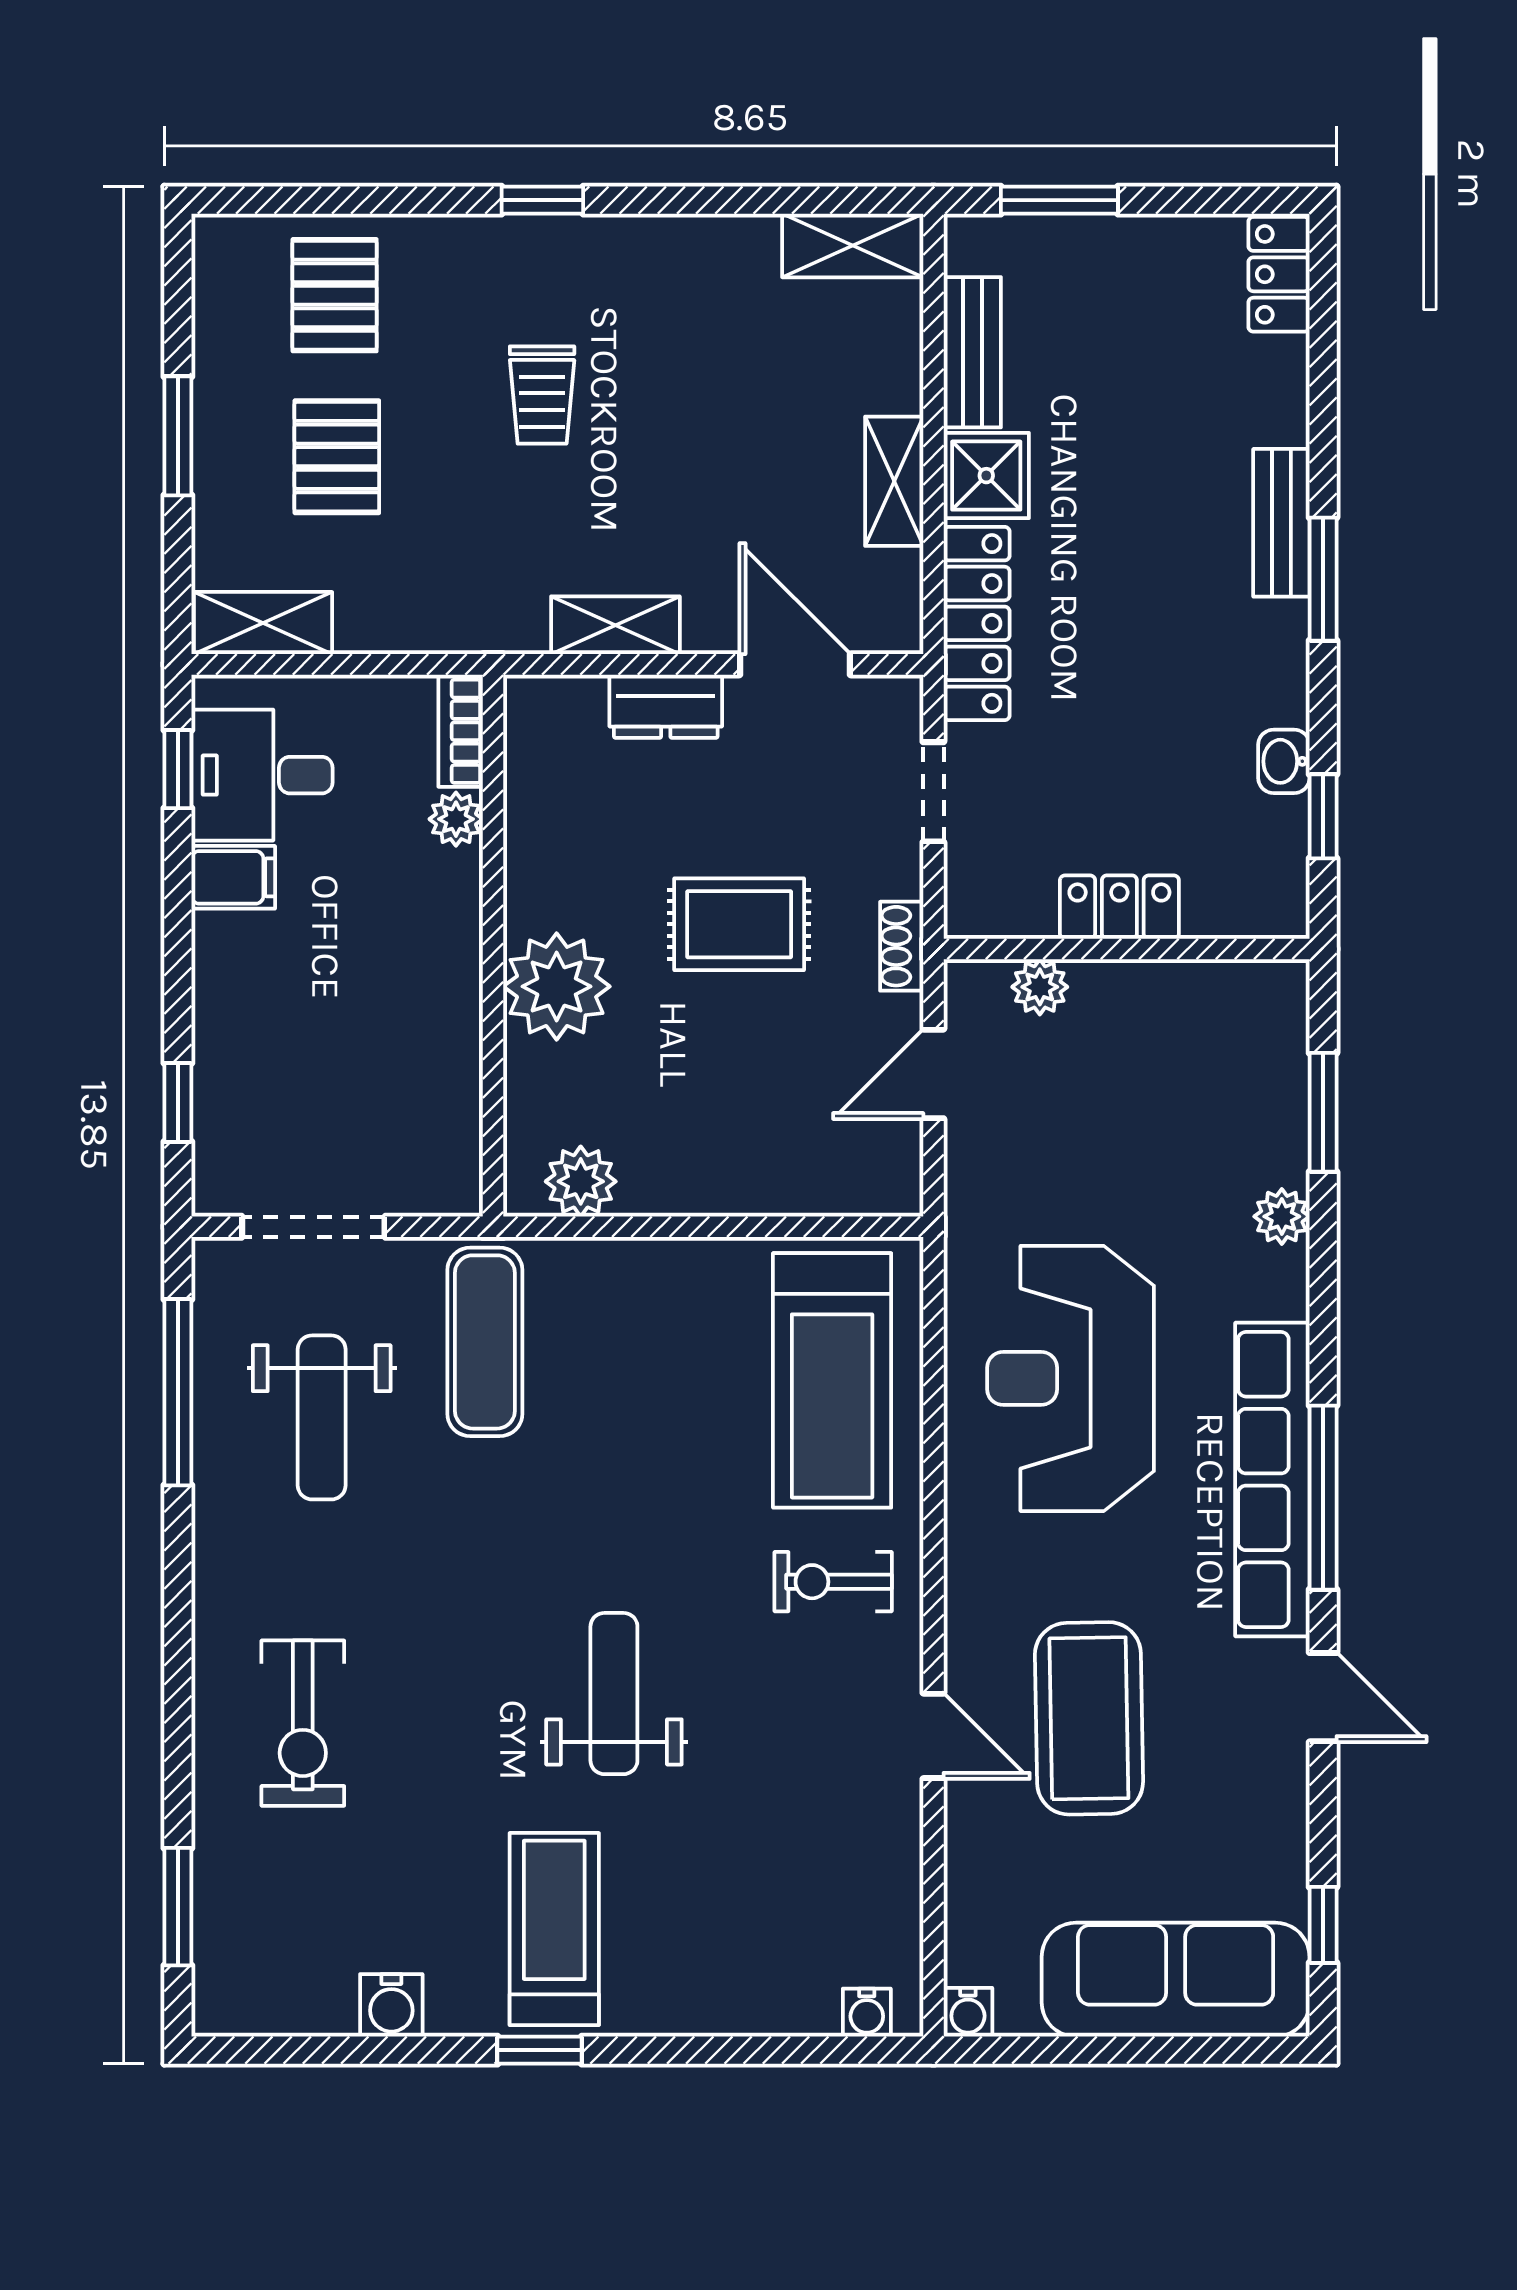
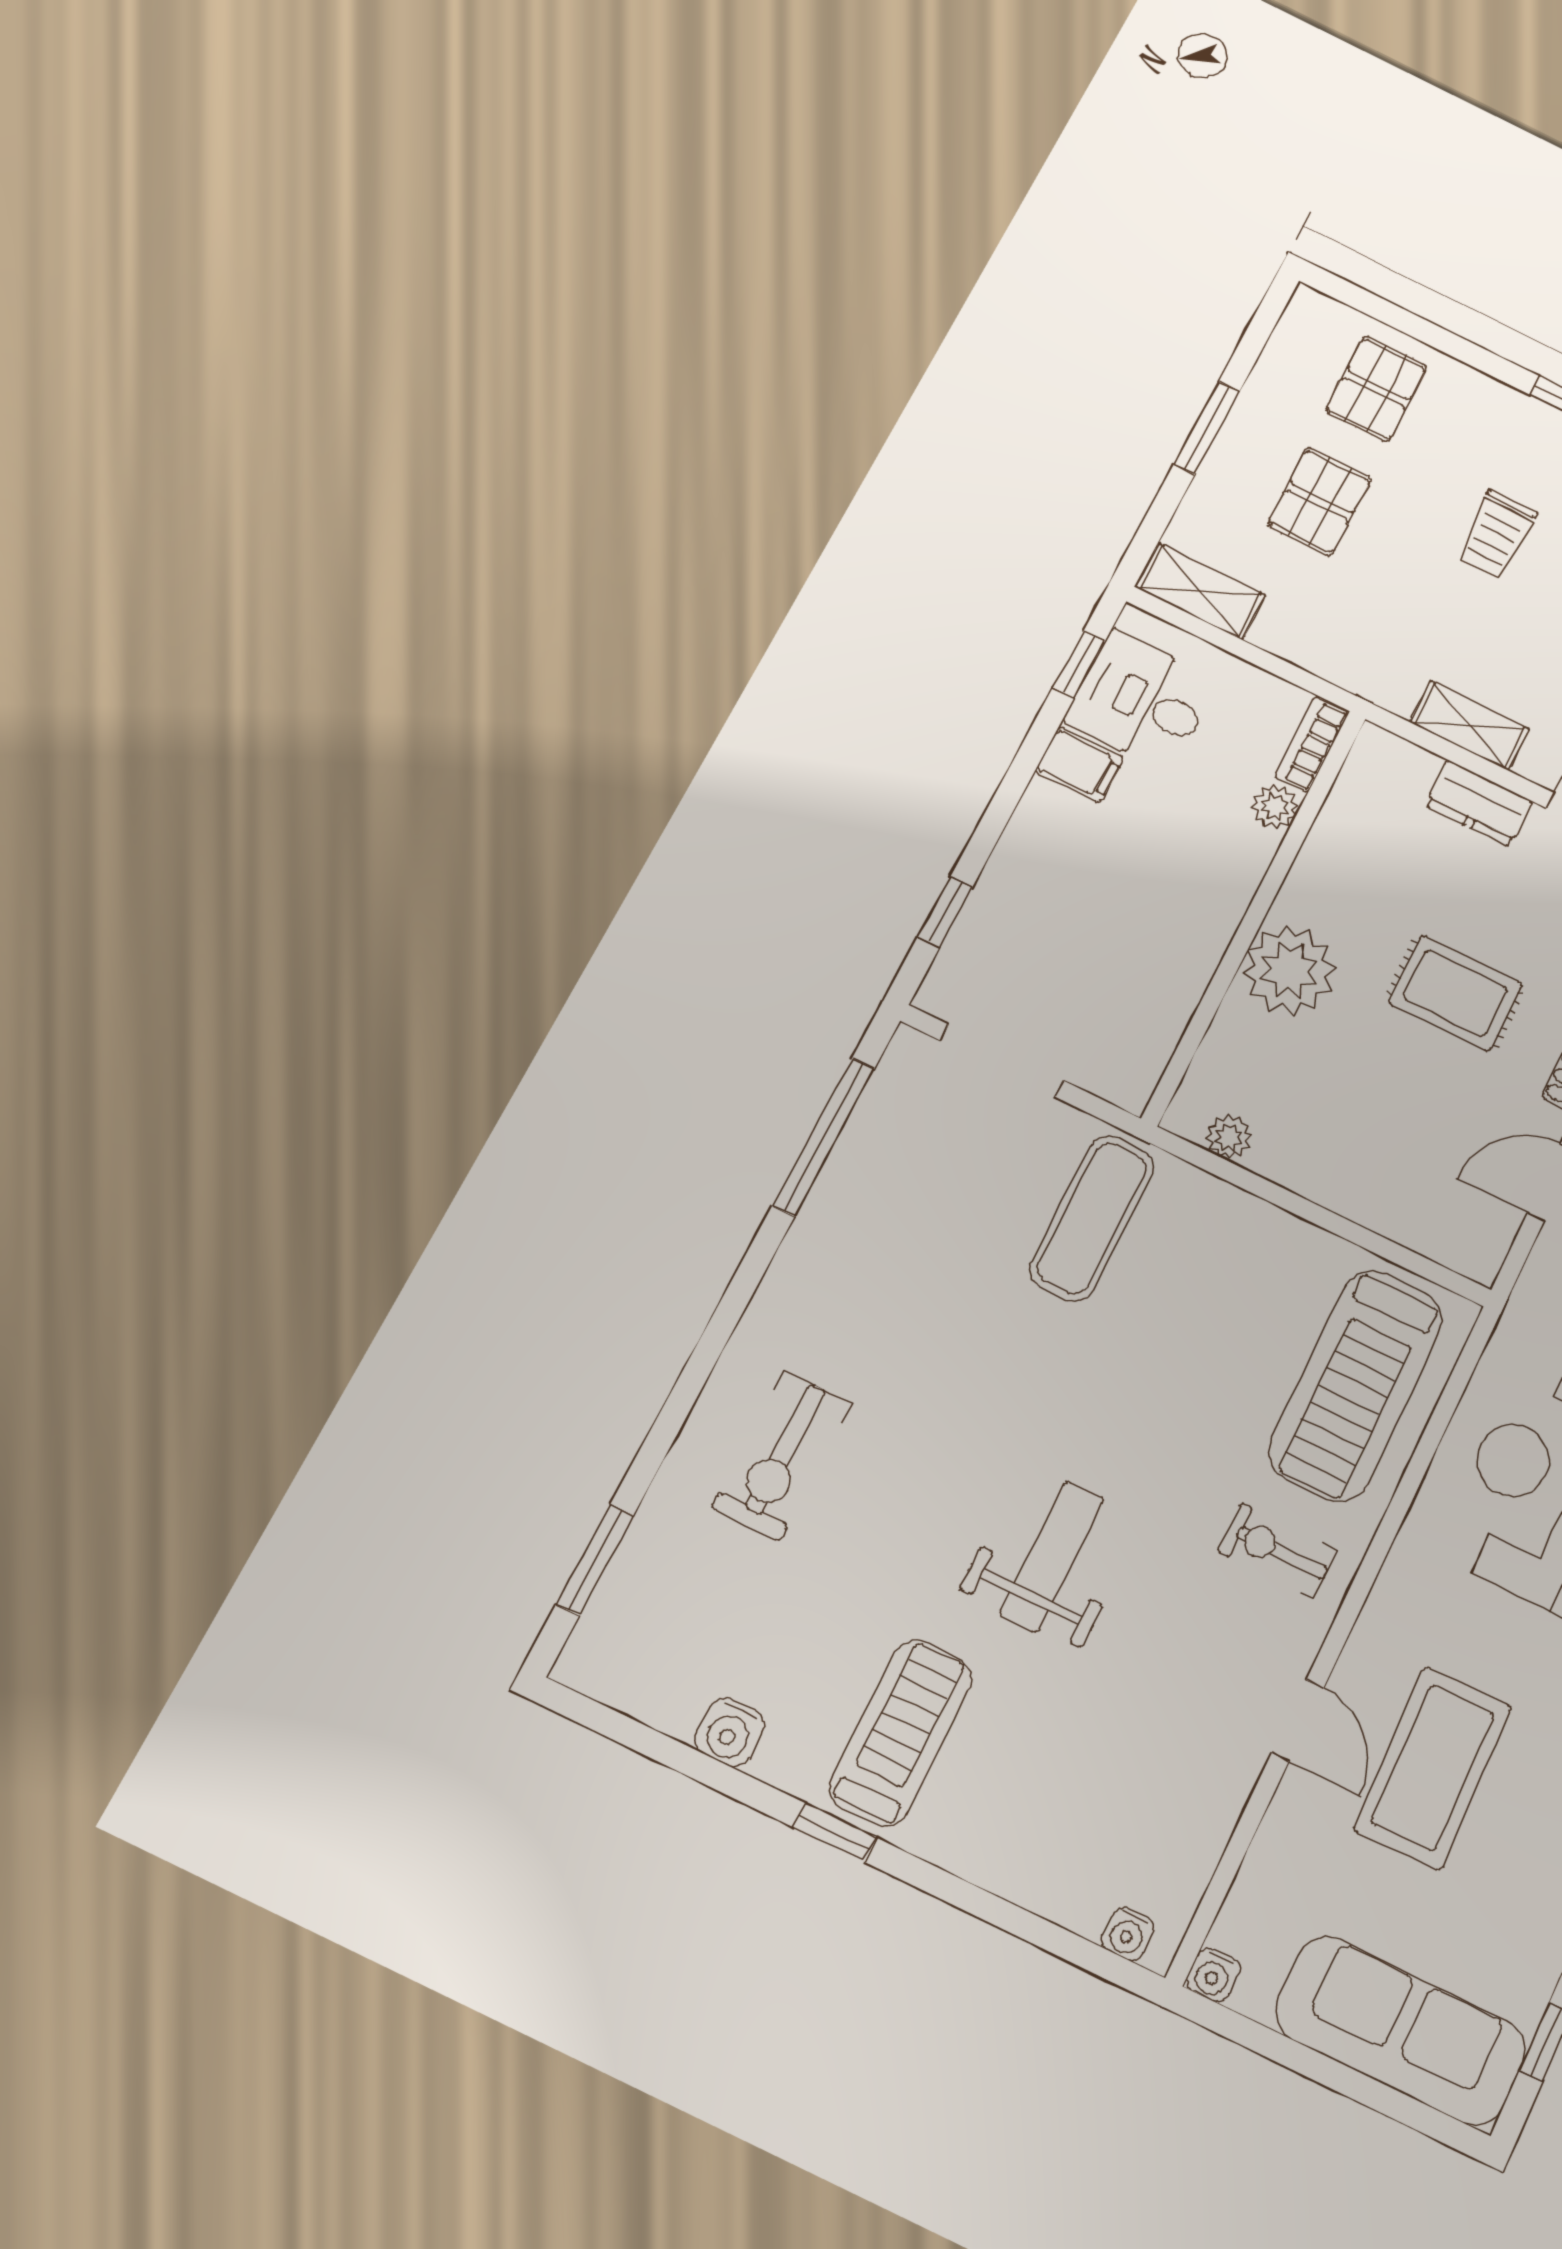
plant: (581, 1181) -> (1229, 1137), width x0.73, depth x0.73
weight bench: (322, 1417) -> (929, 1214), removed

